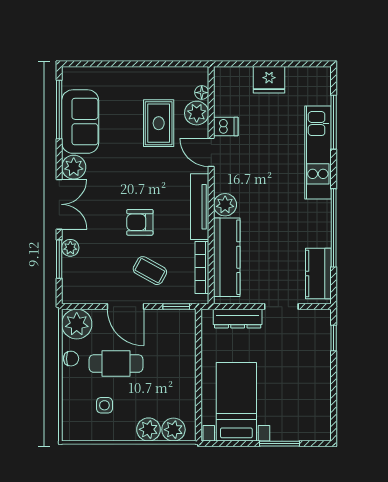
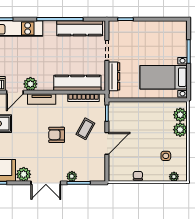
double door: (59, 204) -> (46, 183), swing flipped
plant: (225, 205) -> (30, 84), moved
tv unit: (200, 207) -> (42, 99), width x0.71
armchair: (140, 222) -> (57, 135), turned 90
kitchen counter: (318, 274) -> (80, 28), width x1.50
plant: (77, 324) -> (174, 177), moved, width x0.53, depth x0.53
cafe table: (116, 364) -> (141, 149), removed

